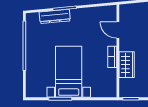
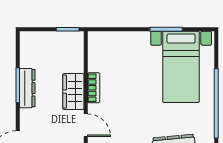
wardrobe: (127, 65) -> (73, 92), moved
bed with nightstands: (69, 72) -> (181, 67), moved

